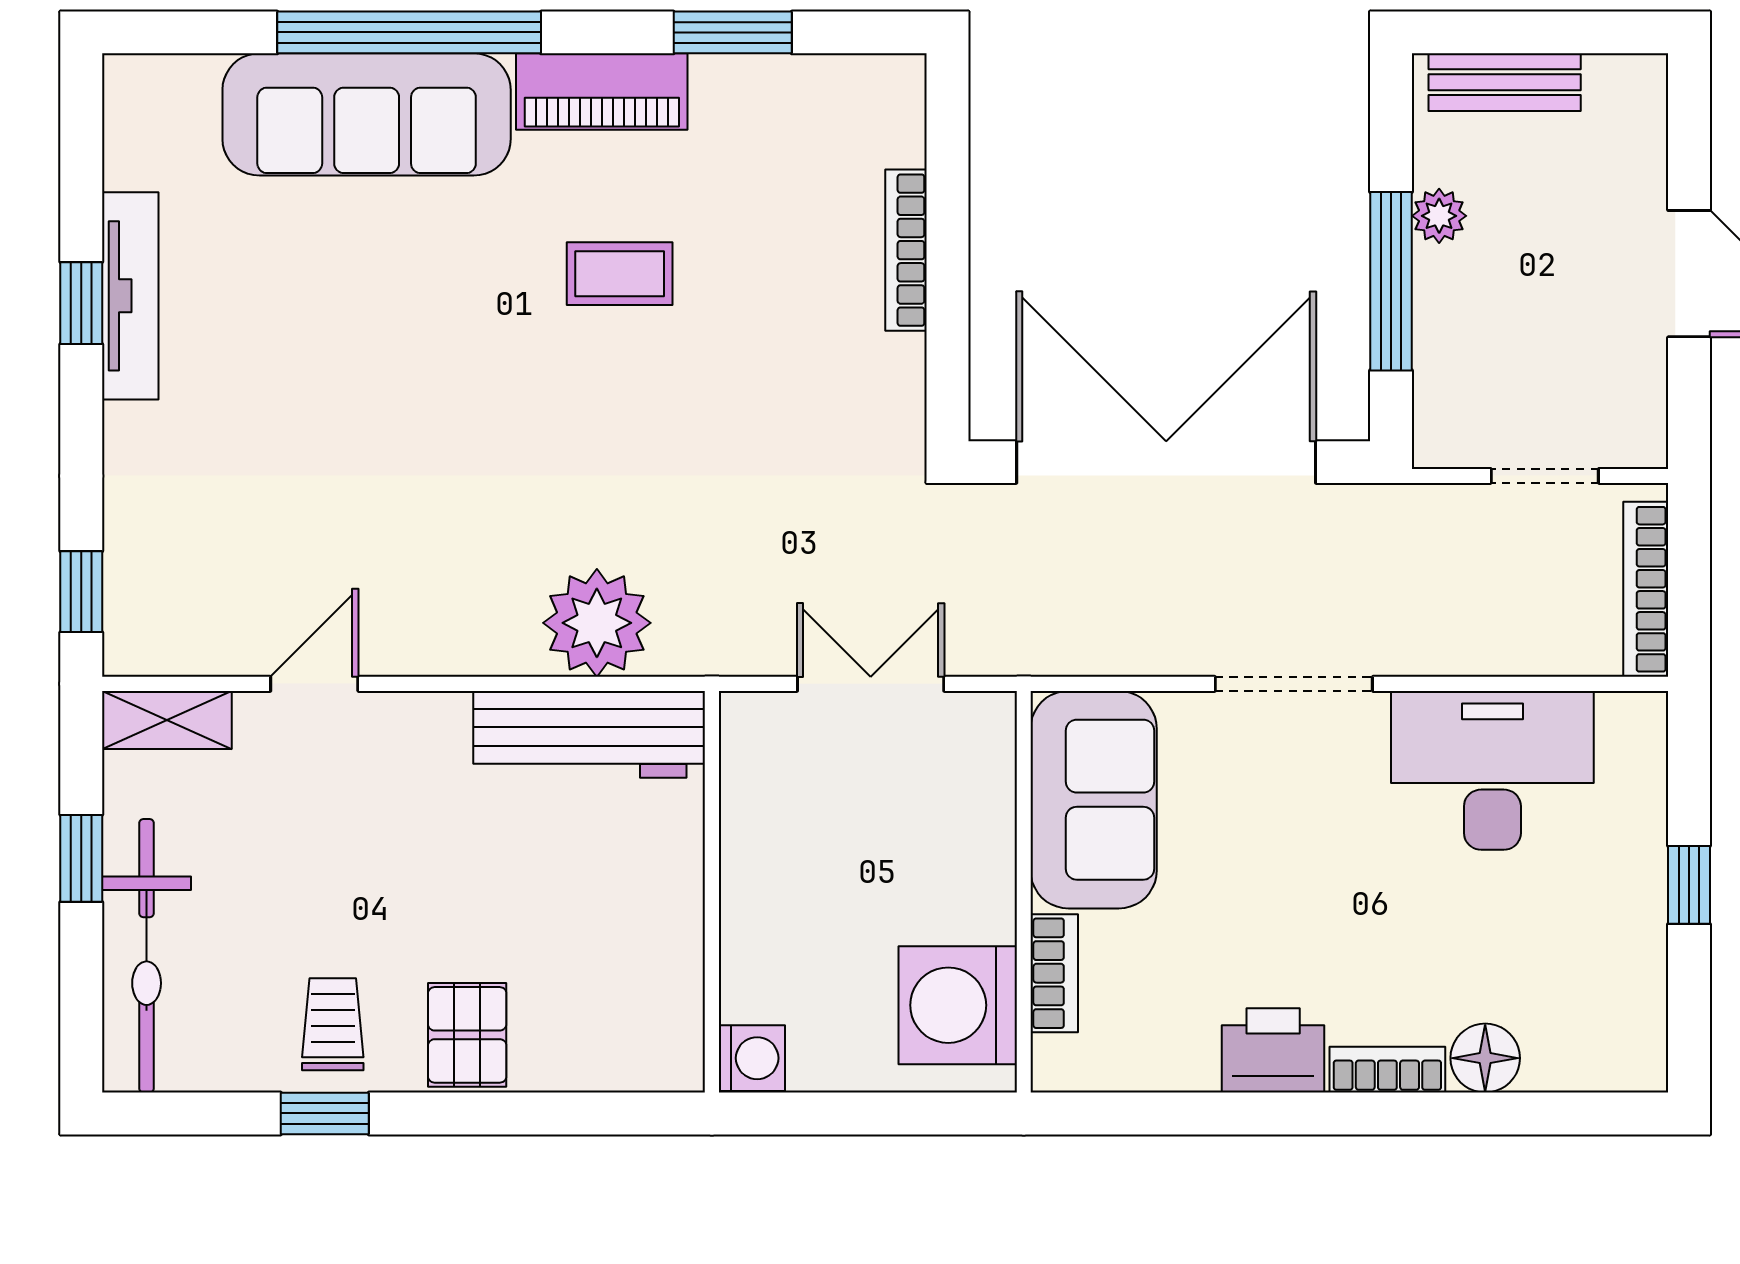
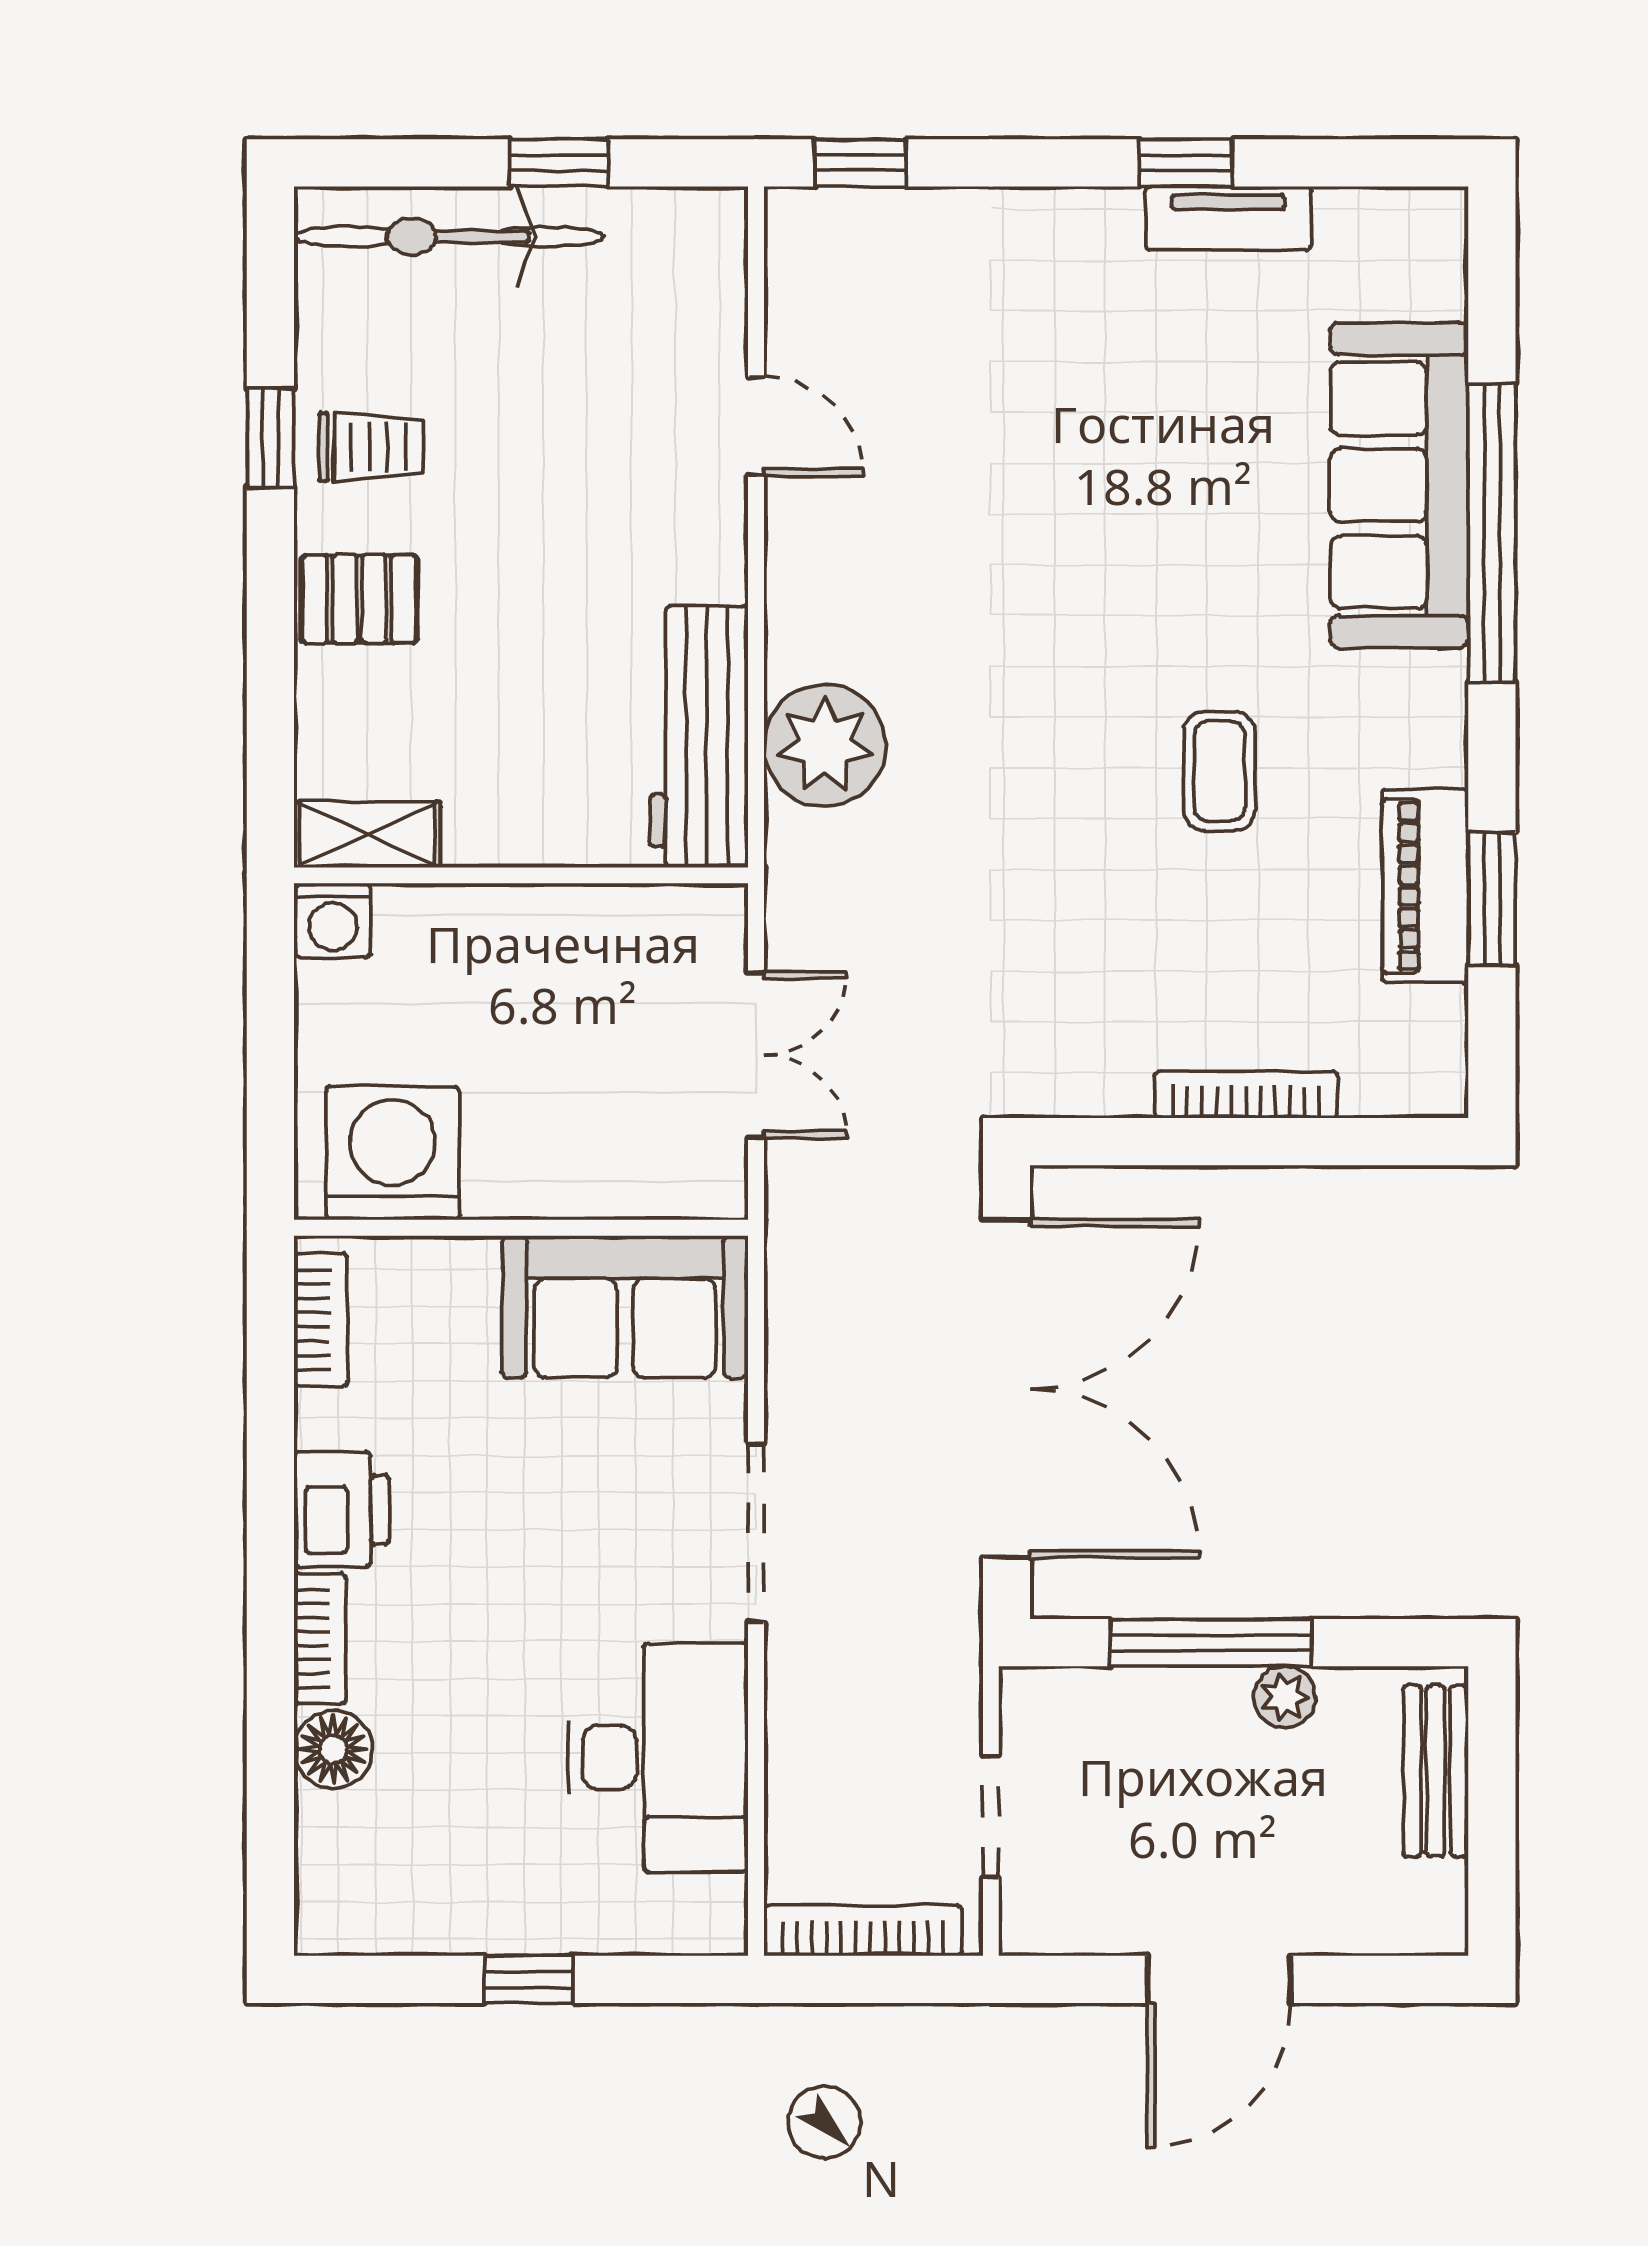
piano: (602, 91) -> (1425, 886), moved
tv unit: (130, 296) -> (1228, 218), width x0.71
shelving: (167, 720) -> (367, 835), moved, turned 90
bookcase: (1054, 973) -> (321, 1320), moved, turned -90

